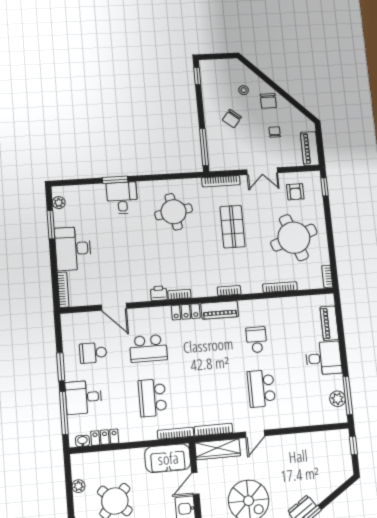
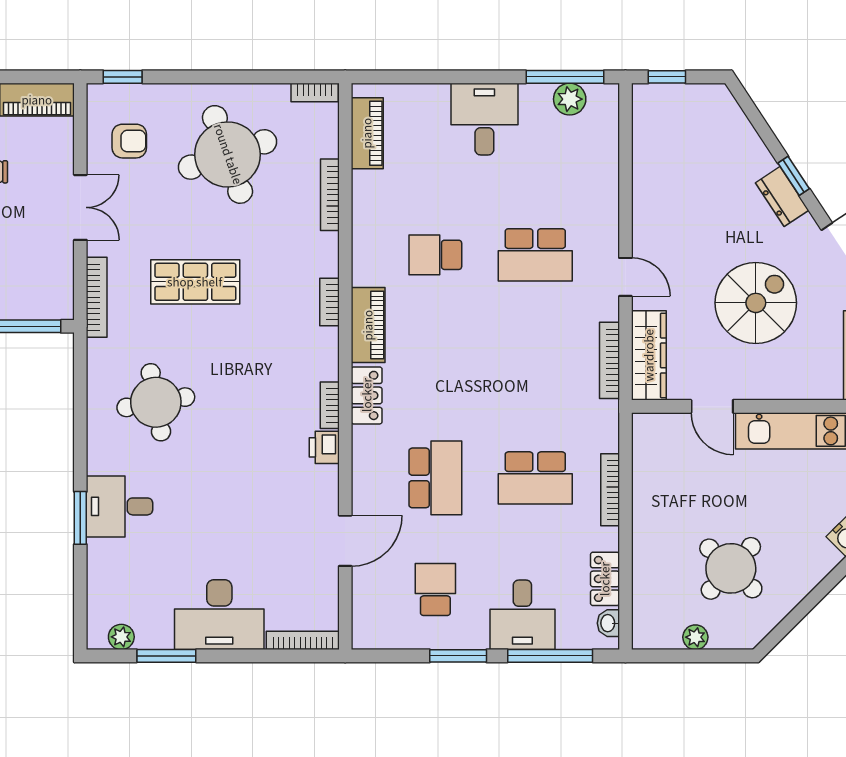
piano: (329, 323) -> (367, 133), moved, turned -90
school desk: (93, 353) -> (435, 589), turned 180
bookcase: (176, 433) -> (610, 490), moved
sofa: (168, 458) -> (658, 457), removed

